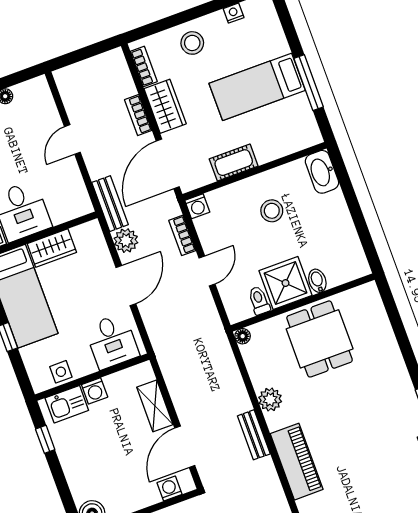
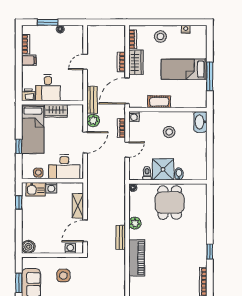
desk: (112, 341) -> (64, 167), width x1.37

